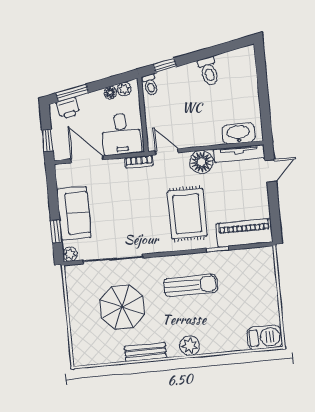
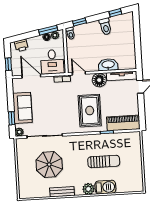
window: (225, 48) -> (115, 13), added
window: (72, 93) -> (48, 30), moved
washbasin: (238, 133) -> (108, 65), moved
sun lounger: (191, 285) -> (104, 161), moved
barbecue: (265, 337) -> (105, 187), moved

